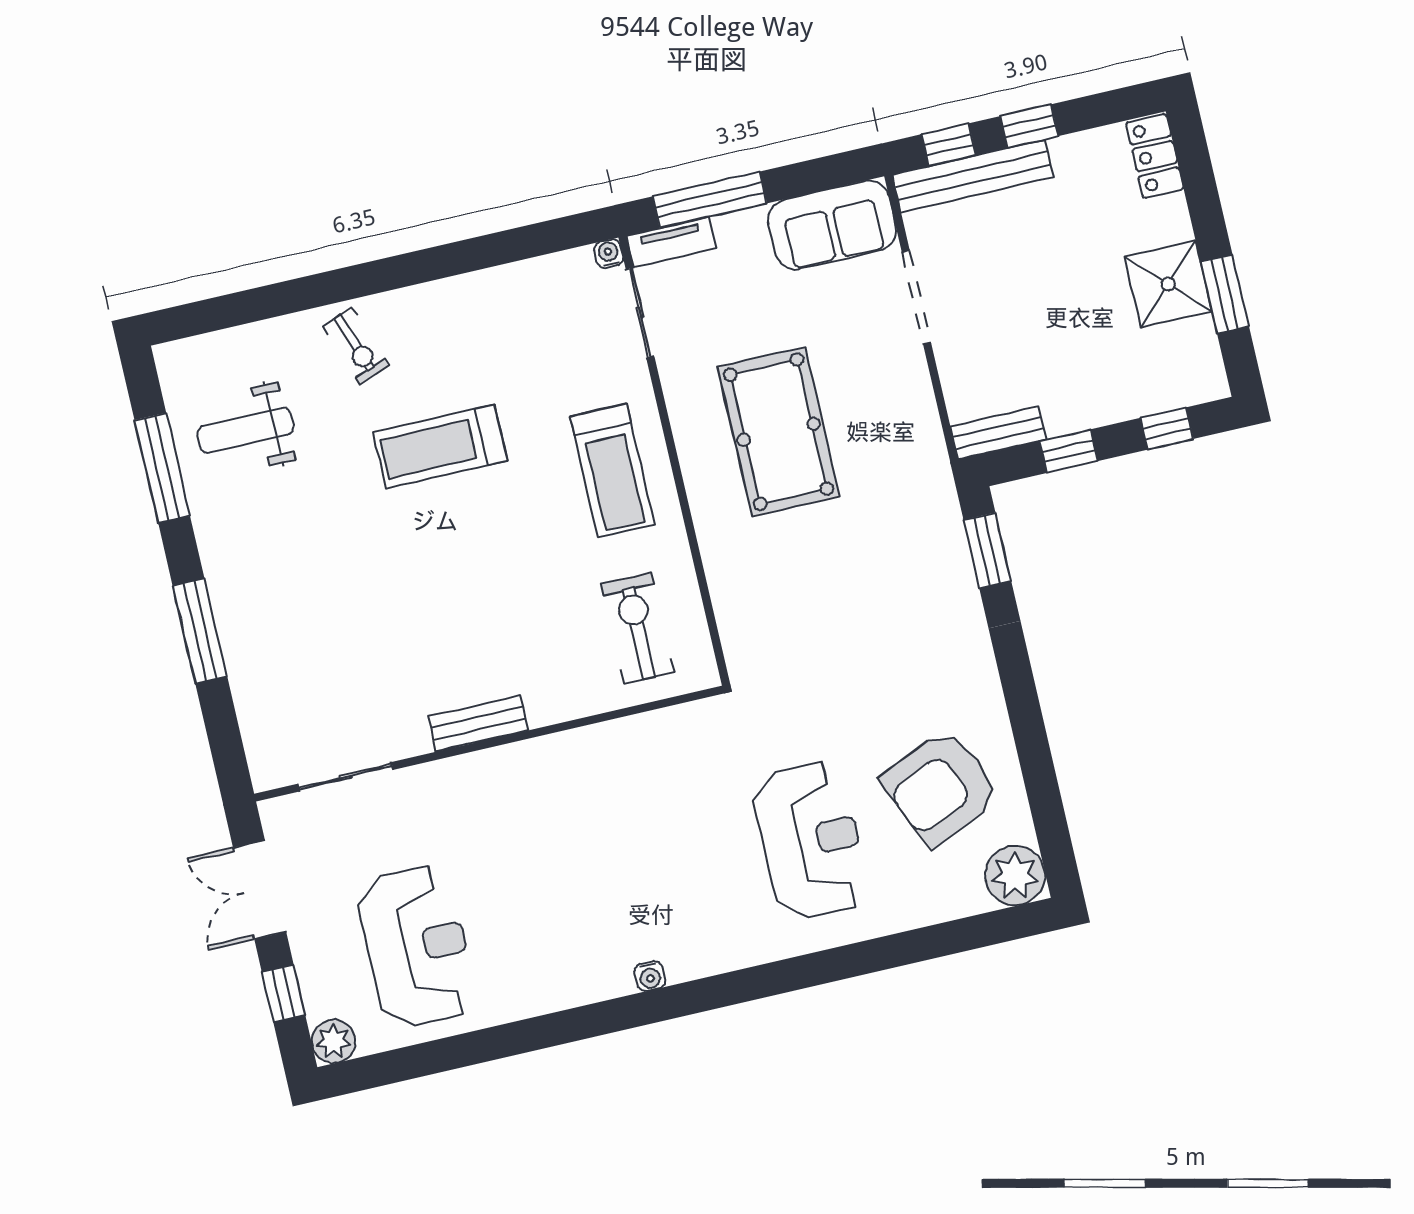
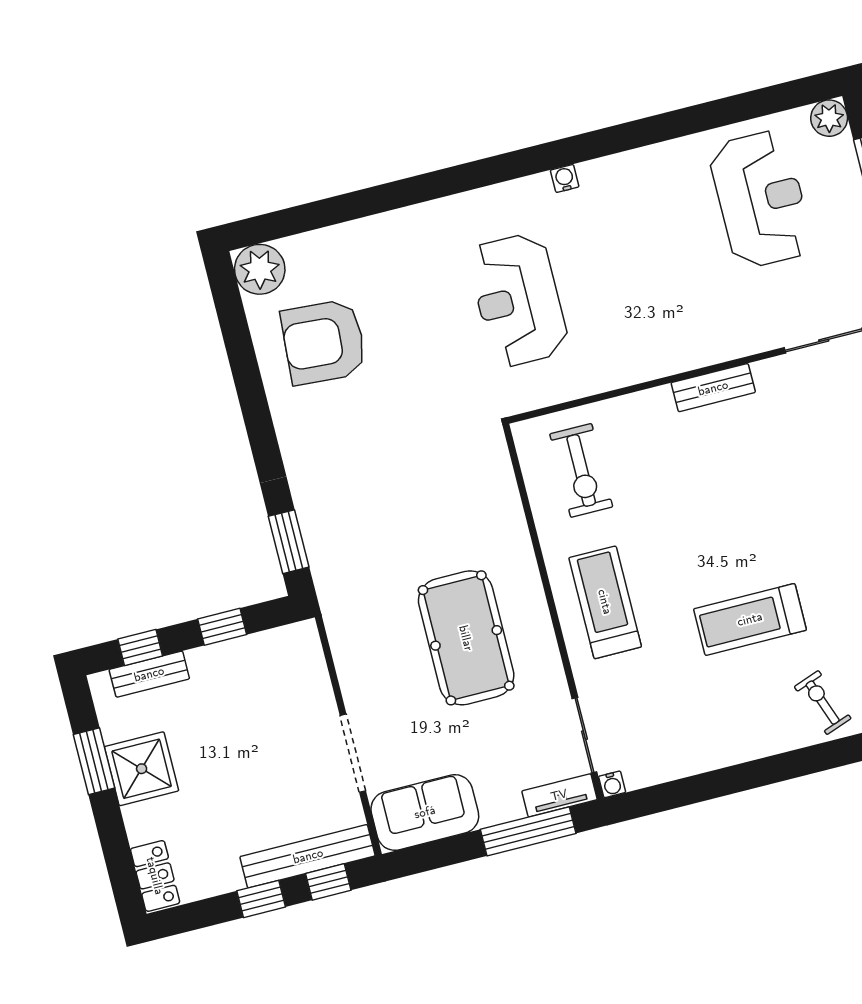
bench: (998, 433) -> (149, 674), moved
treadmill: (440, 446) -> (750, 619), turned 180
armchair: (941, 787) -> (324, 342), turned -152
reception desk: (811, 840) -> (518, 300), moved
reception desk: (417, 946) -> (761, 199), turned 180

